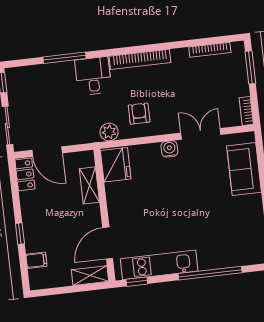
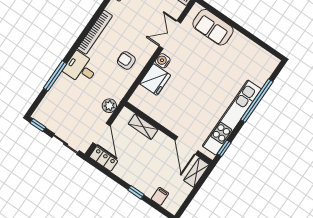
plant: (109, 132) -> (109, 106), moved
door: (47, 152) -> (101, 134), hinge flipped
fridge: (116, 165) -> (155, 80), moved, turned 90
kitchen unit: (159, 265) -> (232, 118), width x1.36

